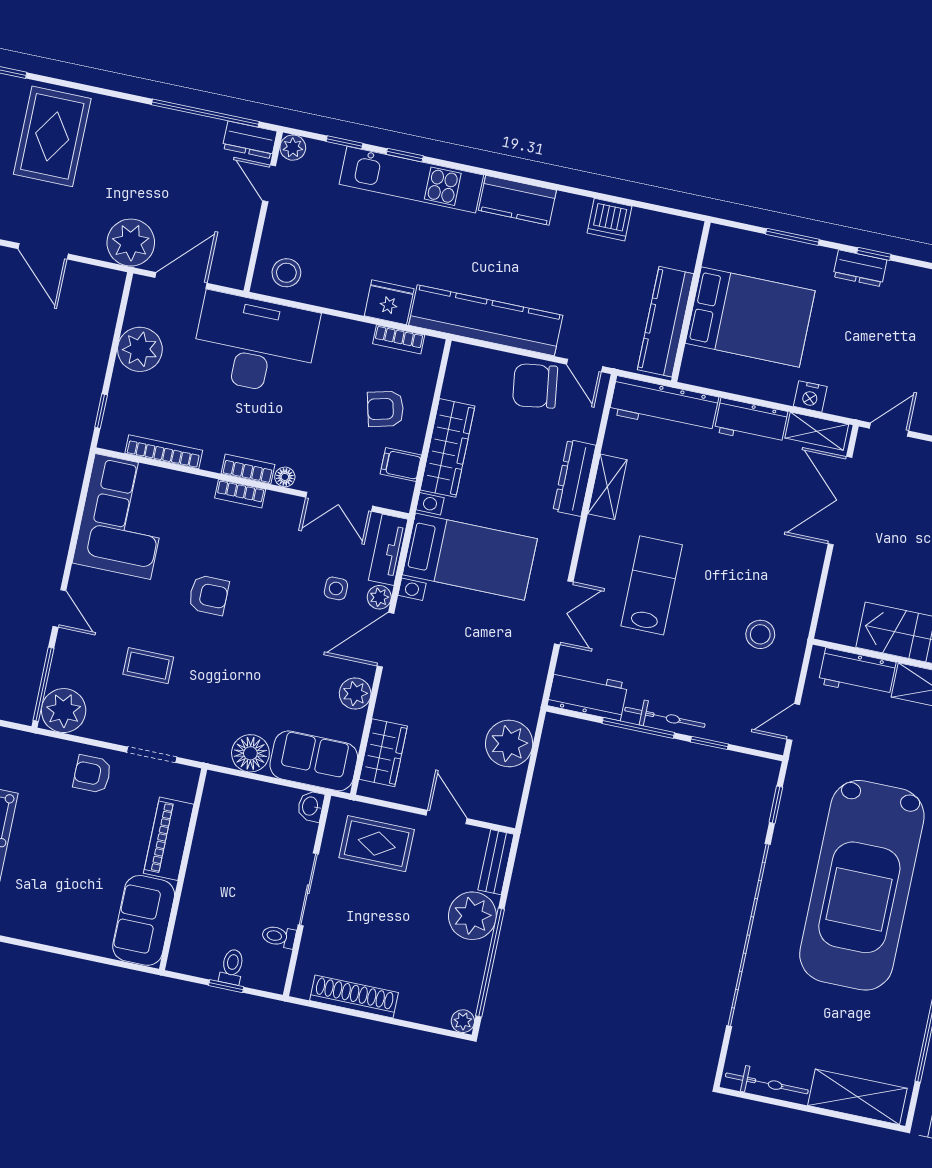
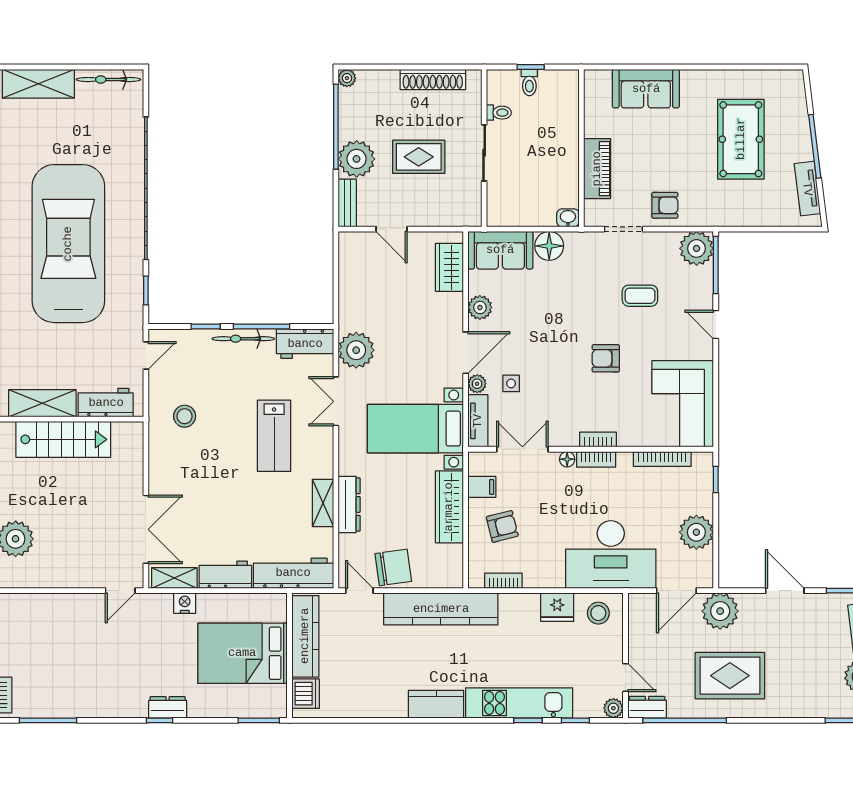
rug: (52, 136) -> (730, 676), moved, turned 90
dishwasher: (610, 220) -> (306, 694), moved, turned 90
window: (792, 237) -> (259, 720), moved
fridge: (389, 302) -> (557, 607), moved
plant: (509, 744) -> (356, 350), moved
washbasin: (311, 806) -> (568, 218), moved, turned -90
rug: (377, 844) -> (419, 157), moved
sofa: (144, 920) -> (646, 89), moved, turned 90

